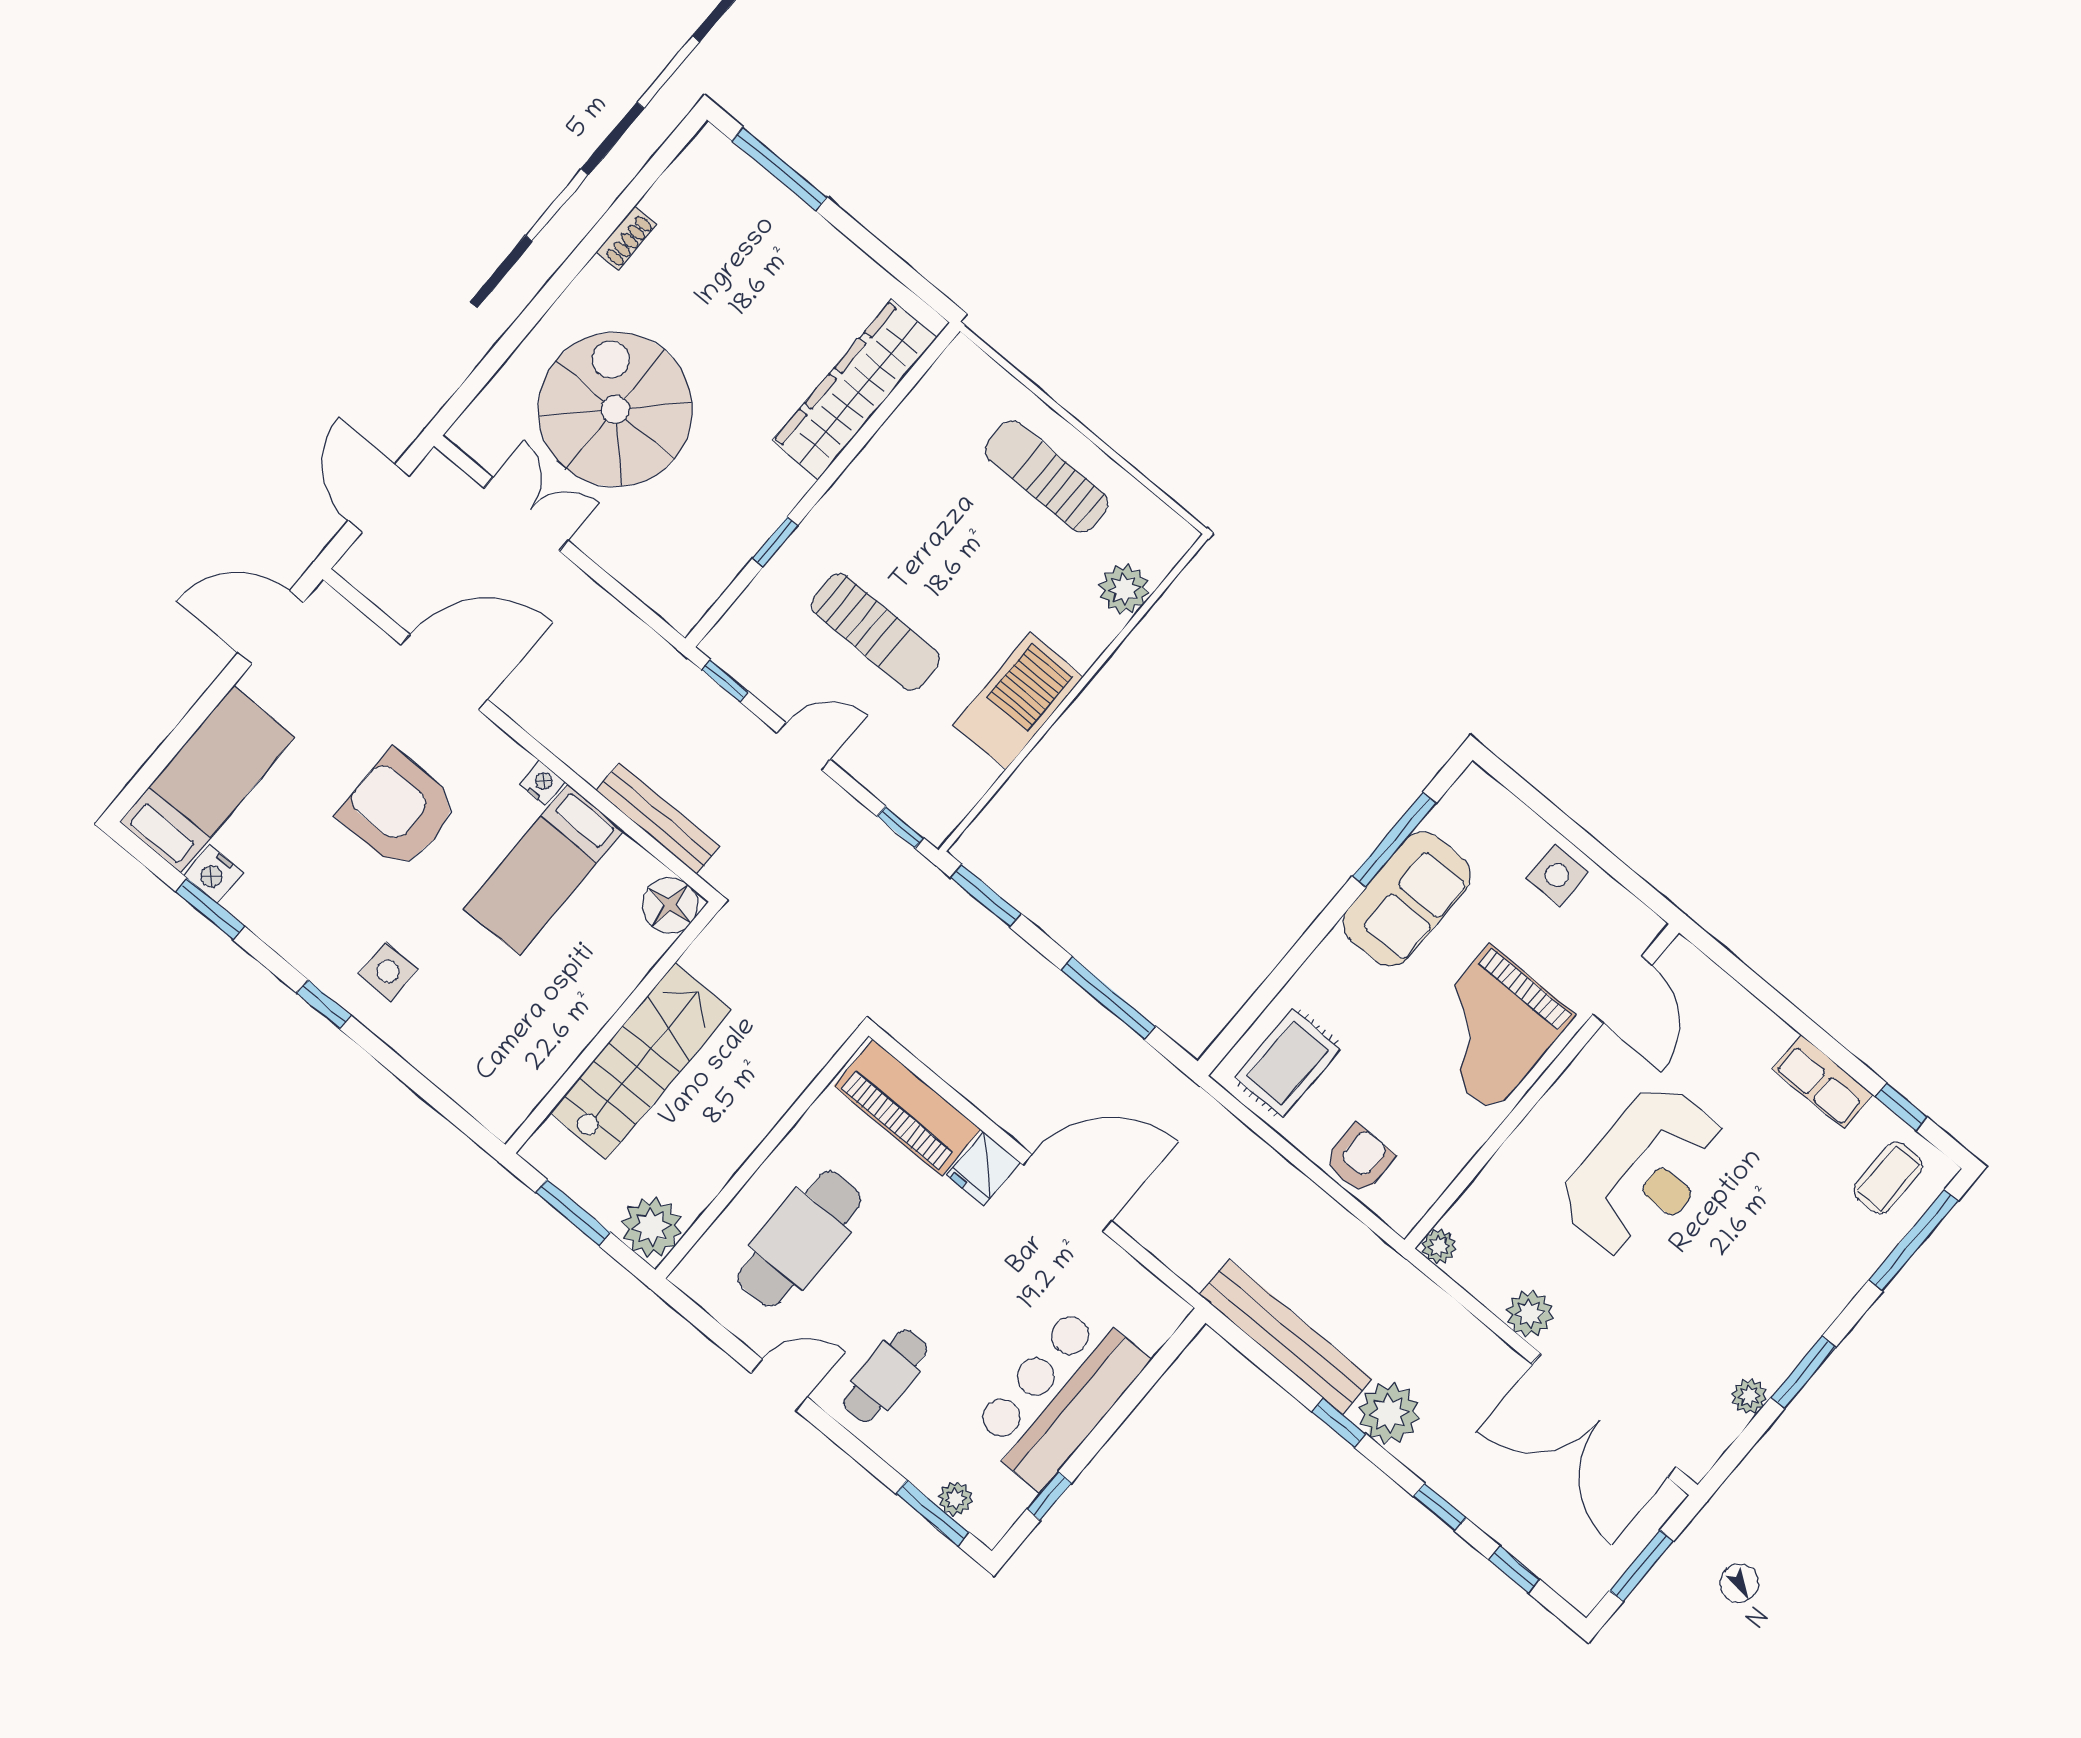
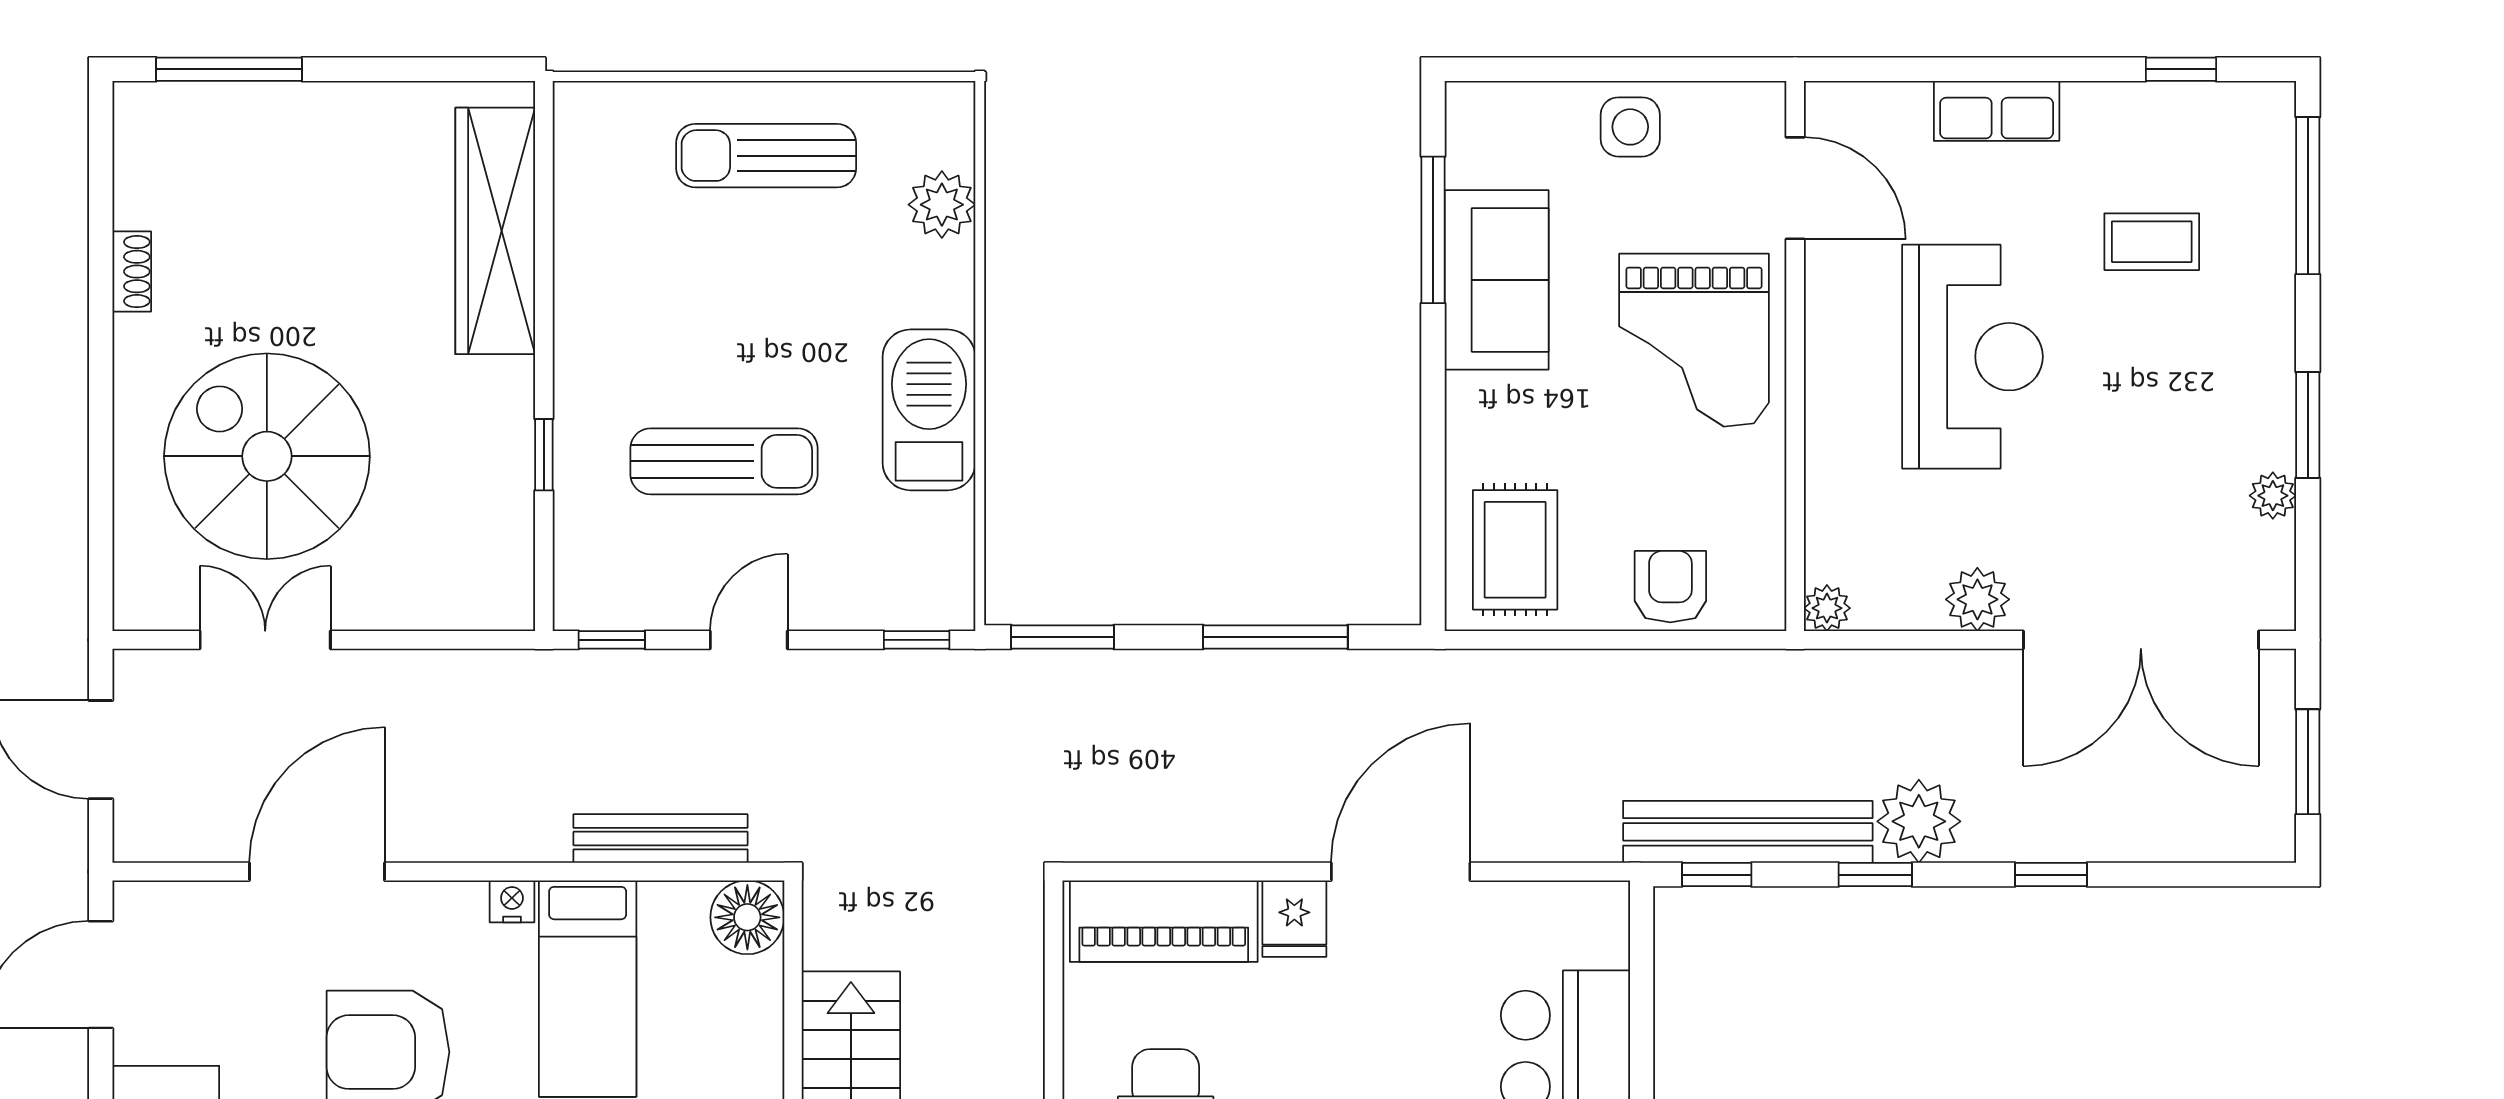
row of seats: (1823, 1082) -> (1997, 111), moved
coffee table: (1888, 1178) -> (2152, 242), moved, turned 90
window: (1514, 1569) -> (1717, 875), moved

